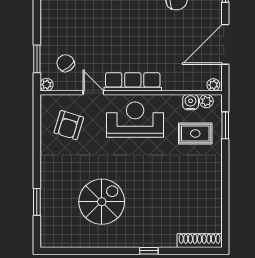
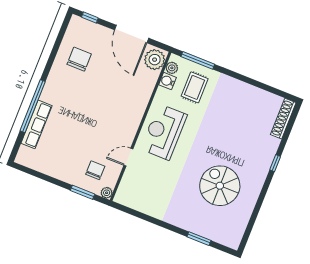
chair: (66, 63) -> (95, 170), turned 128
row of seats: (133, 82) -> (132, 122), removed
plant: (213, 85) -> (155, 60), width x1.88, depth x1.88
armchair: (69, 125) -> (147, 188), removed
window: (225, 125) -> (198, 60), width x1.44

